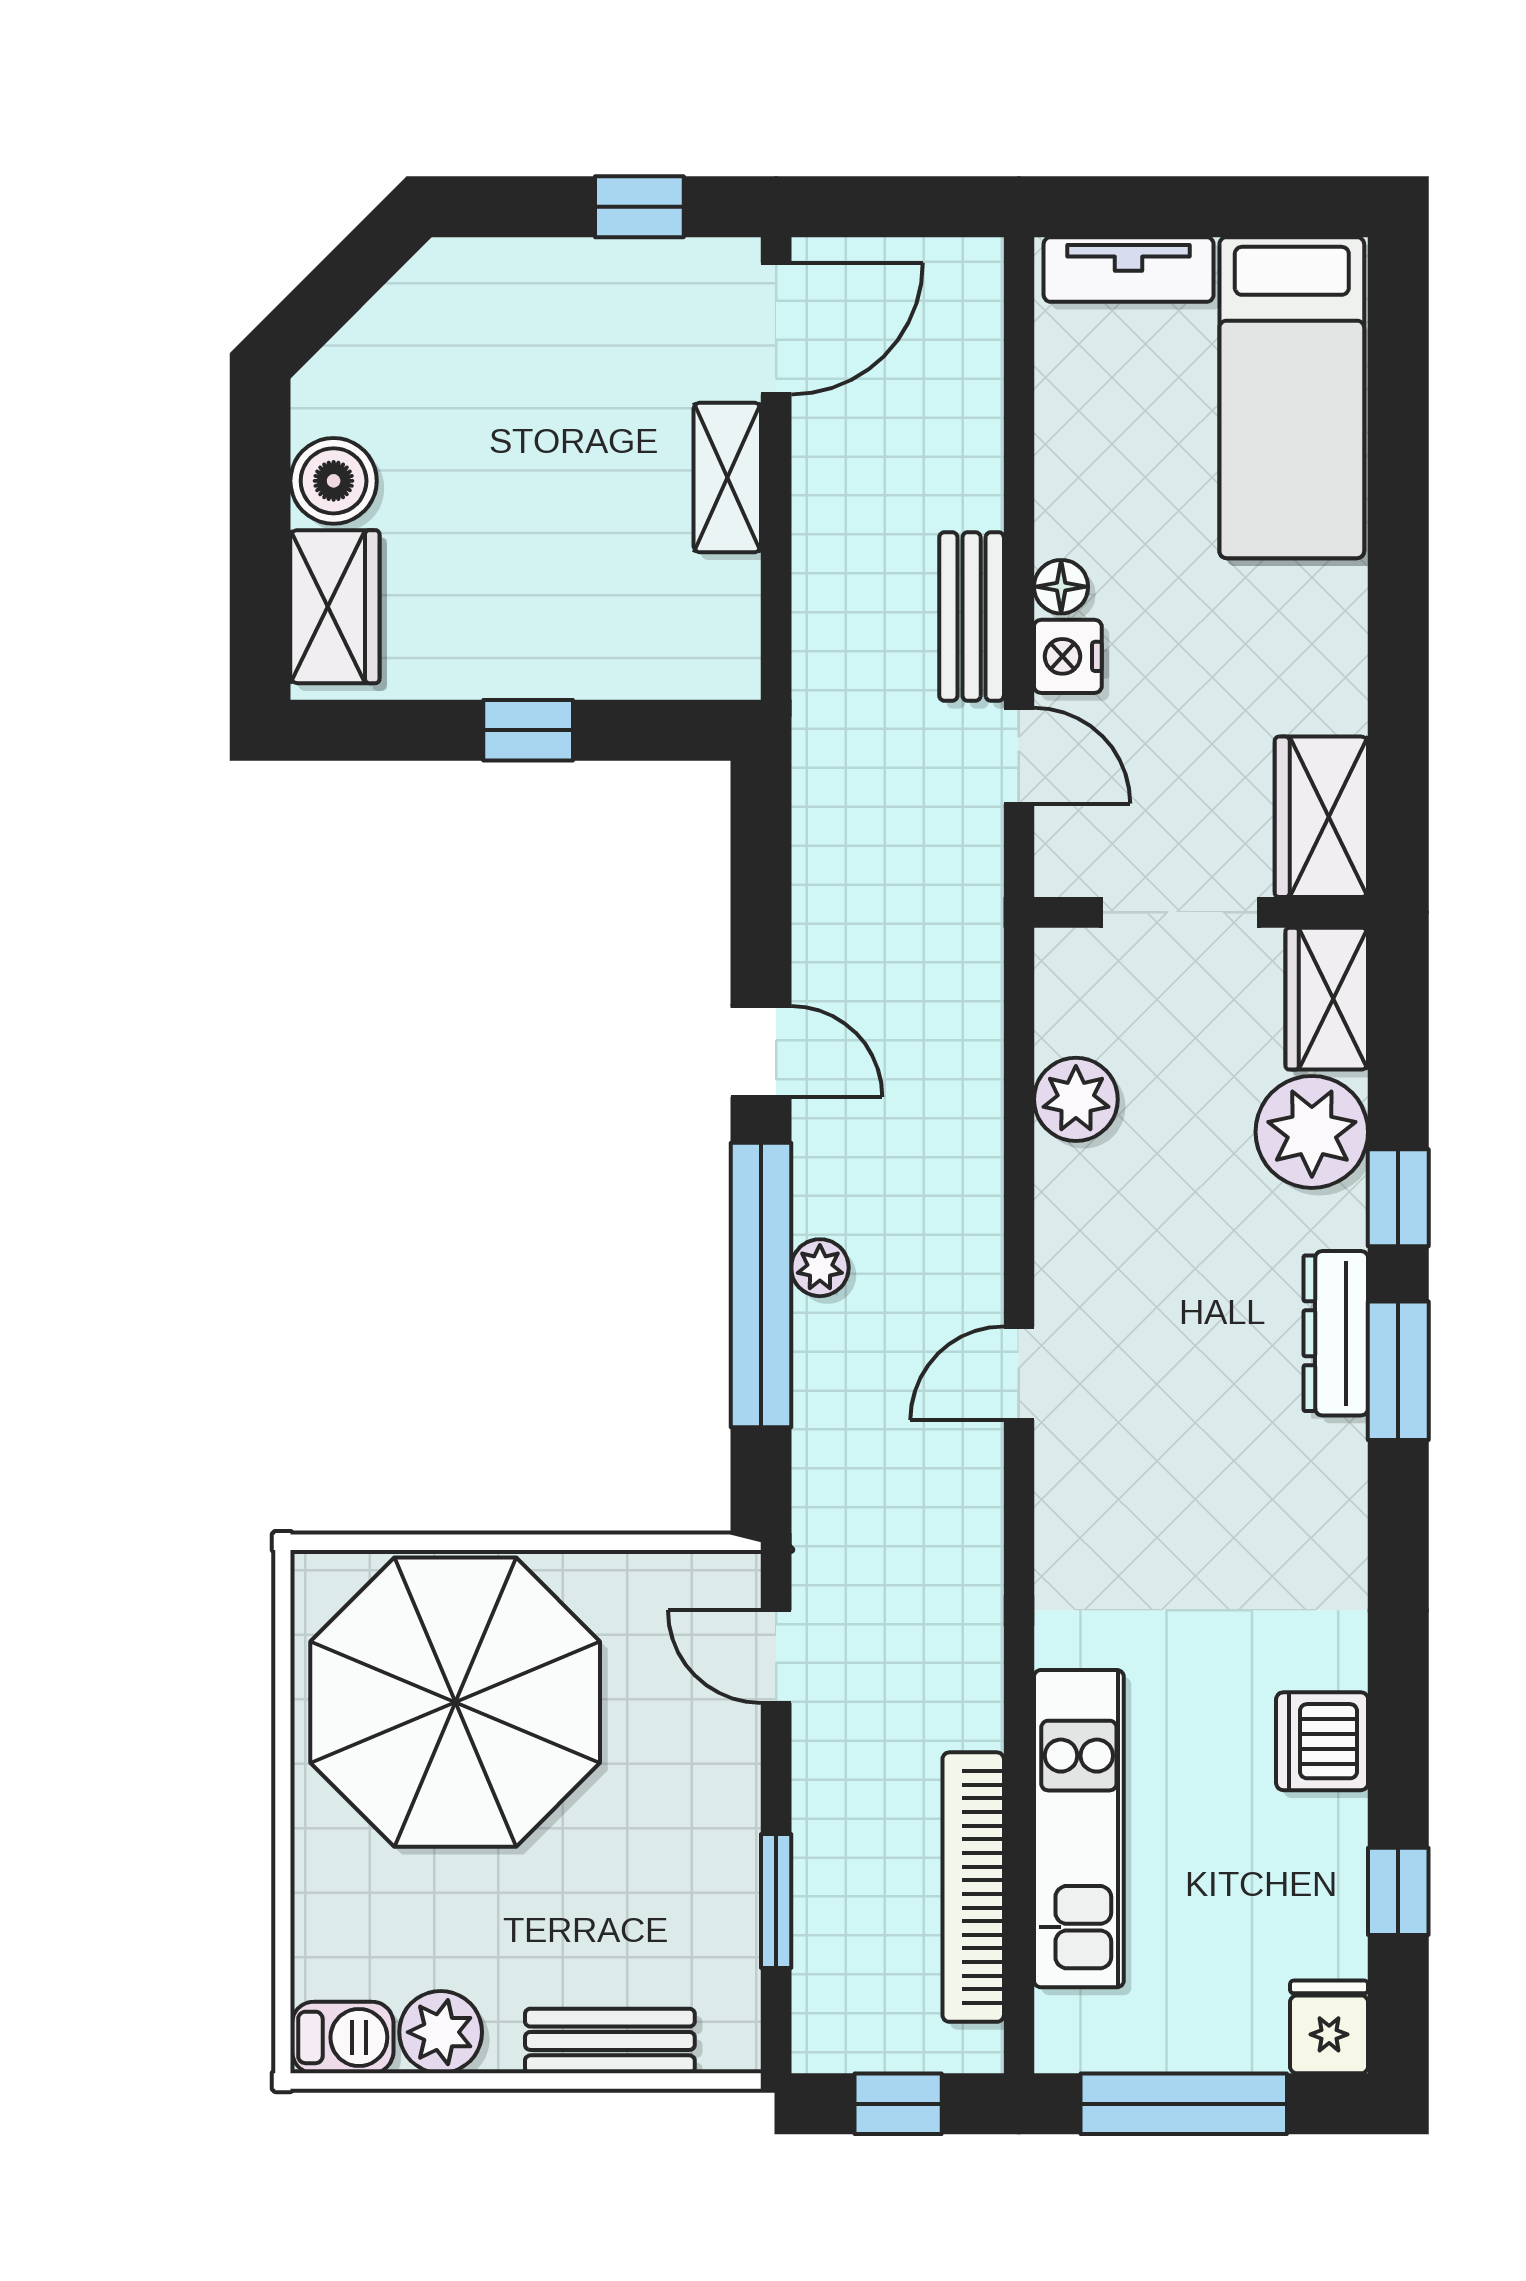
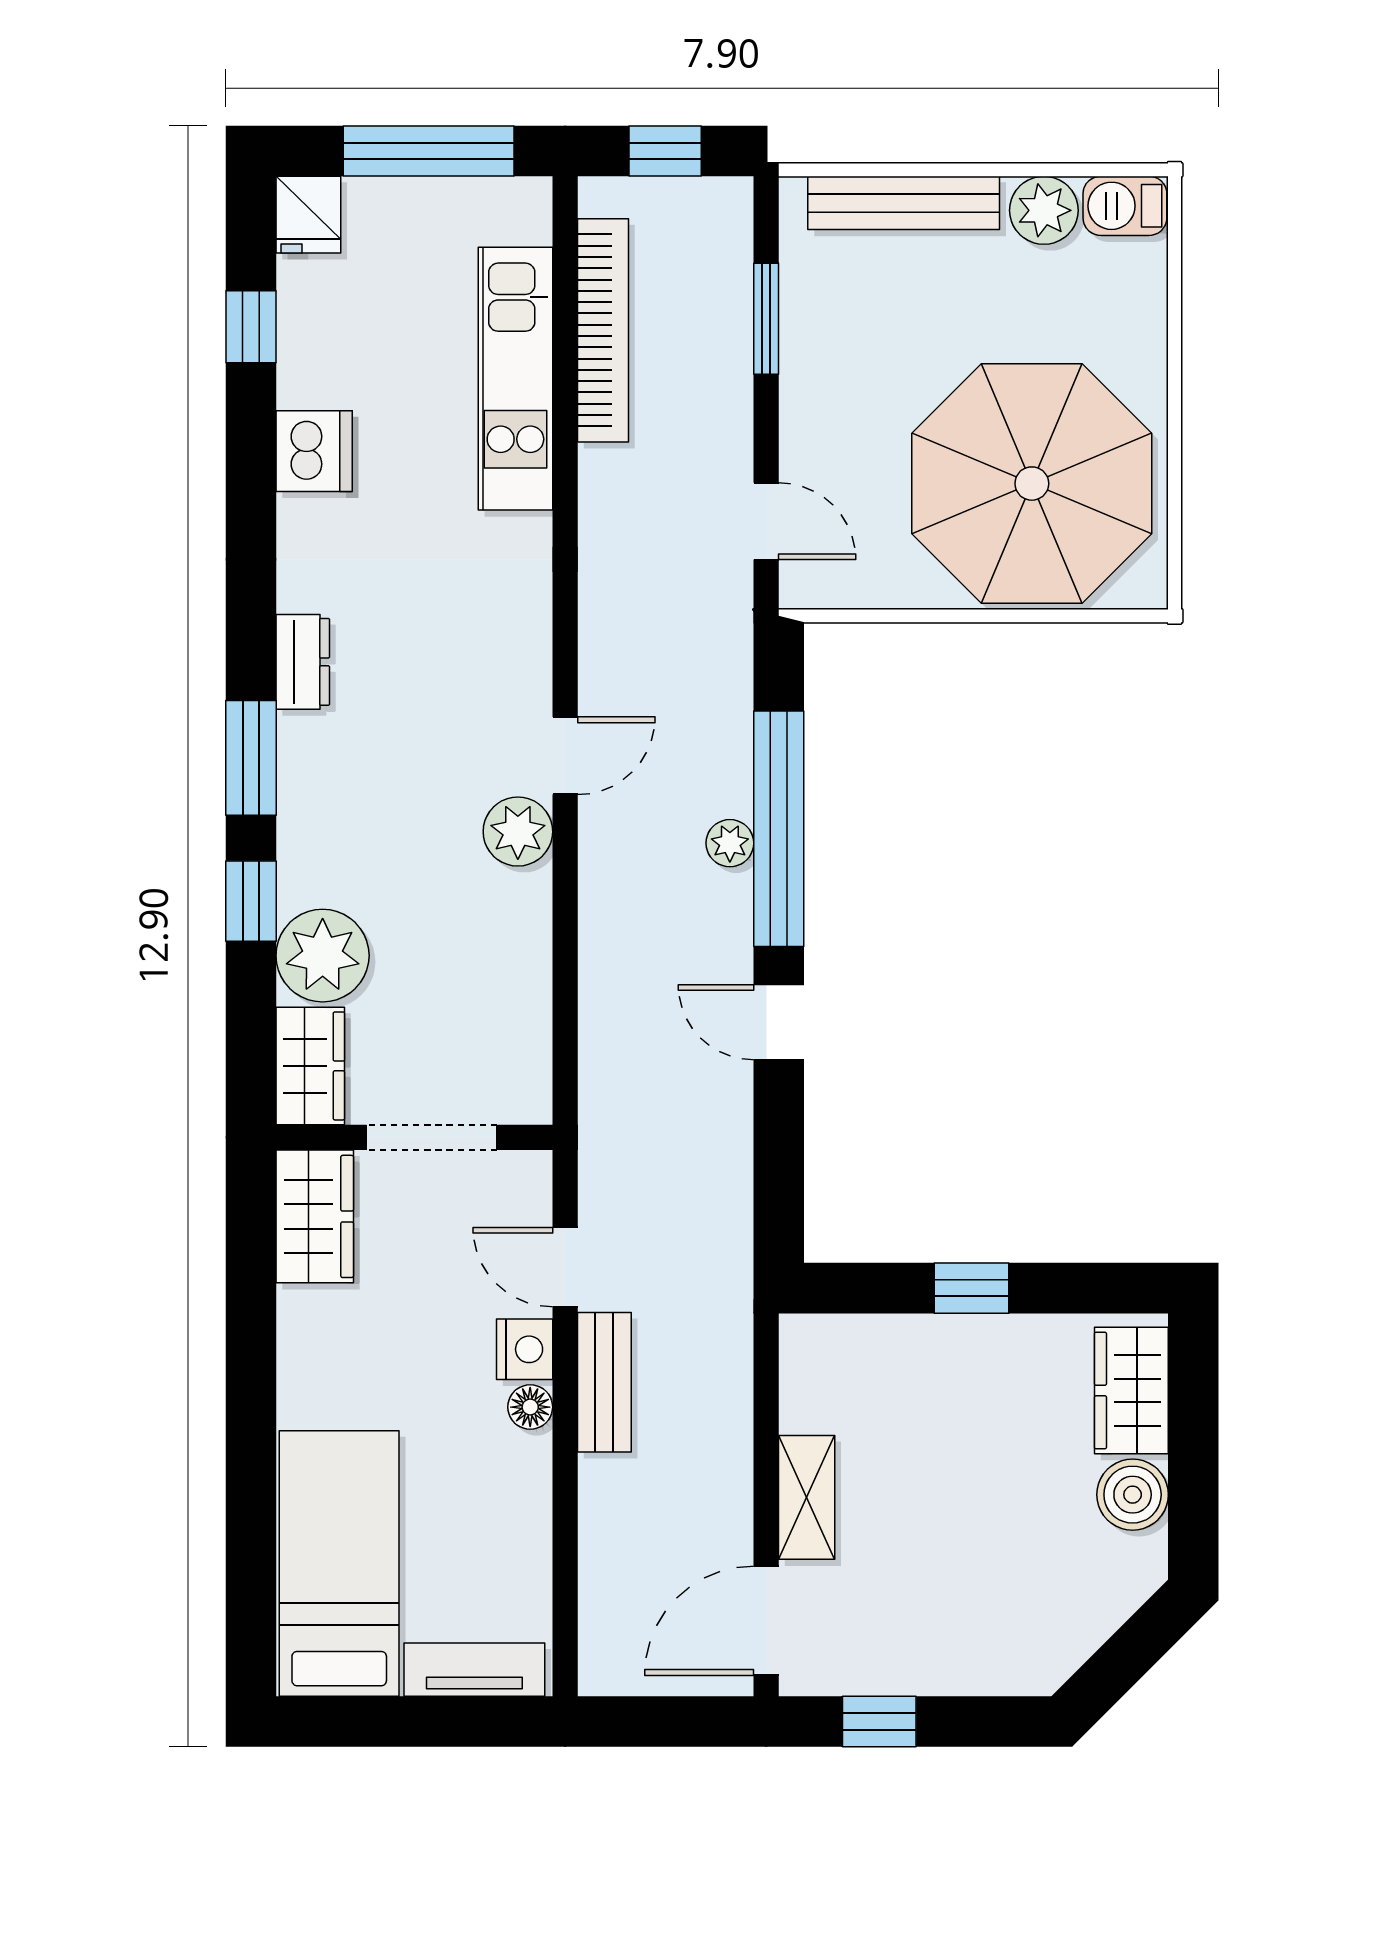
plant: (1076, 1099) -> (518, 832), moved
dresser: (1336, 1333) -> (303, 662), moved, width x0.70
bench: (610, 2041) -> (904, 203), width x1.36

